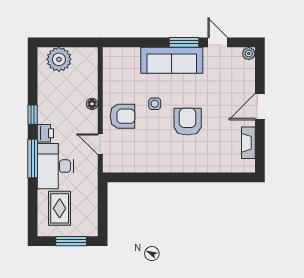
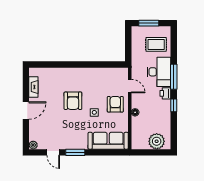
sofa: (172, 60) -> (108, 141), moved
armchair: (122, 116) -> (115, 104), turned 90
rug: (60, 208) -> (156, 44), turned 90

